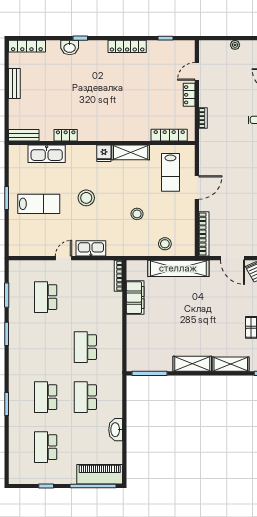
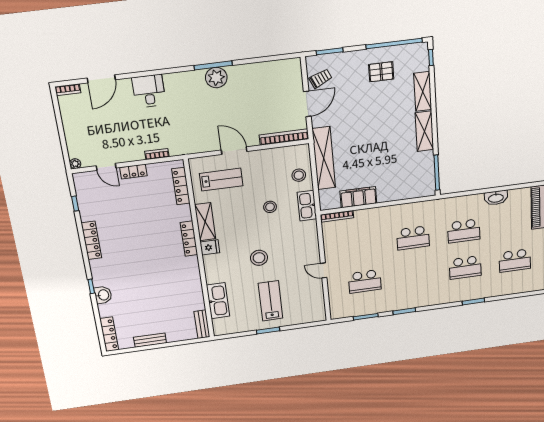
plant: (235, 45) -> (75, 164), moved
locker: (66, 135) -> (189, 239), moved, width x1.53
kitchen sink: (91, 248) -> (307, 206), moved

